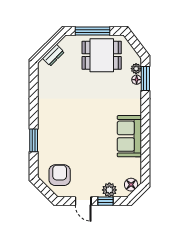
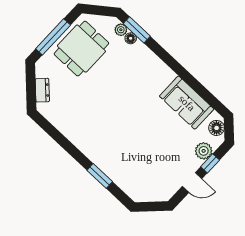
sofa: (129, 136) -> (187, 103), moved
armchair: (60, 175) -> (151, 182), removed

